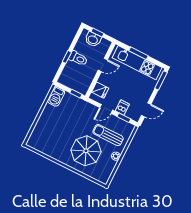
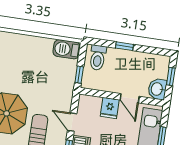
washbasin: (93, 39) -> (157, 89), moved
toilet: (78, 58) -> (98, 58), moved
fridge: (100, 90) -> (110, 108), moved

